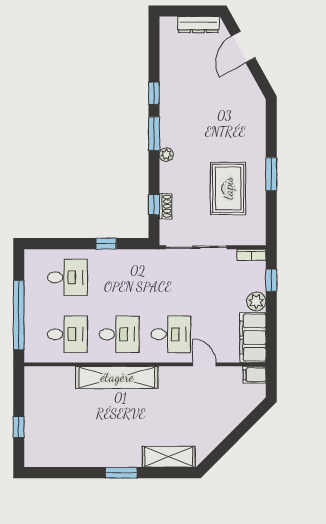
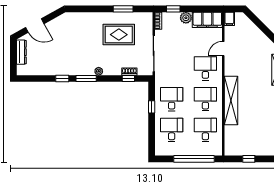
window: (271, 174) -> (123, 9), moved
desk: (119, 277) -> (172, 99), added
window: (19, 427) -> (249, 159), moved

